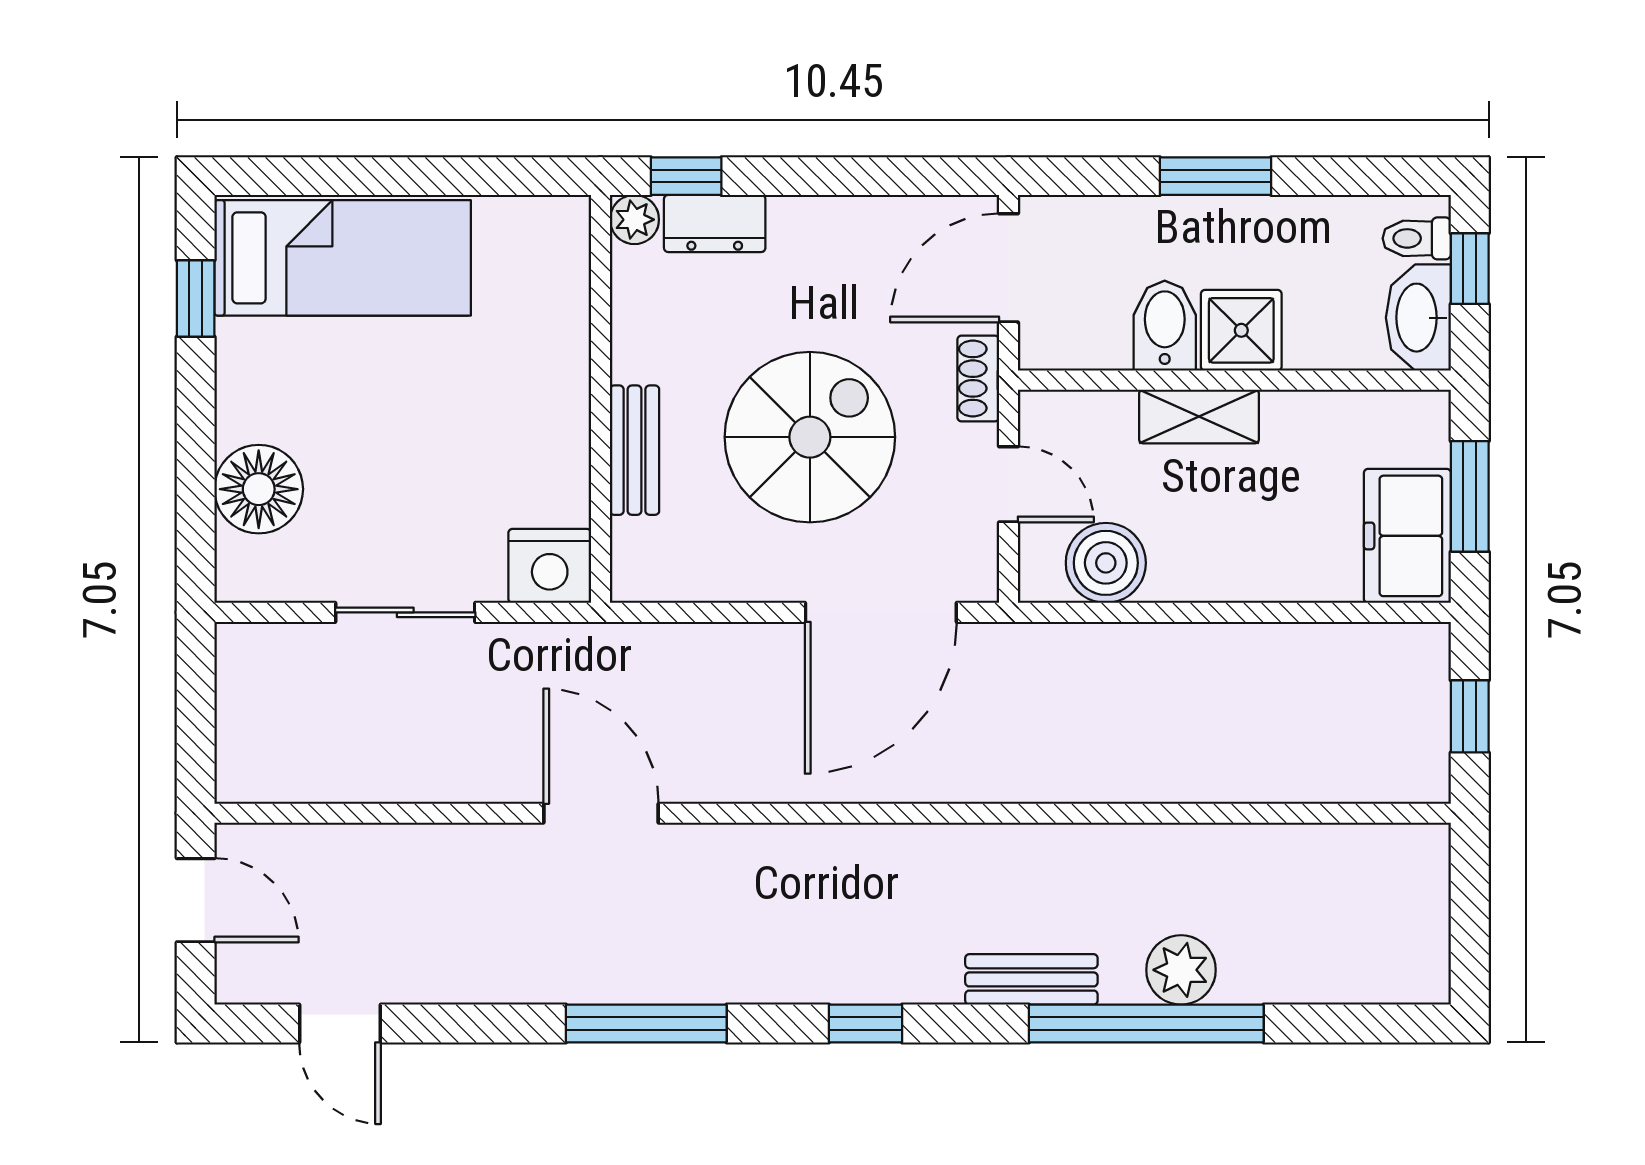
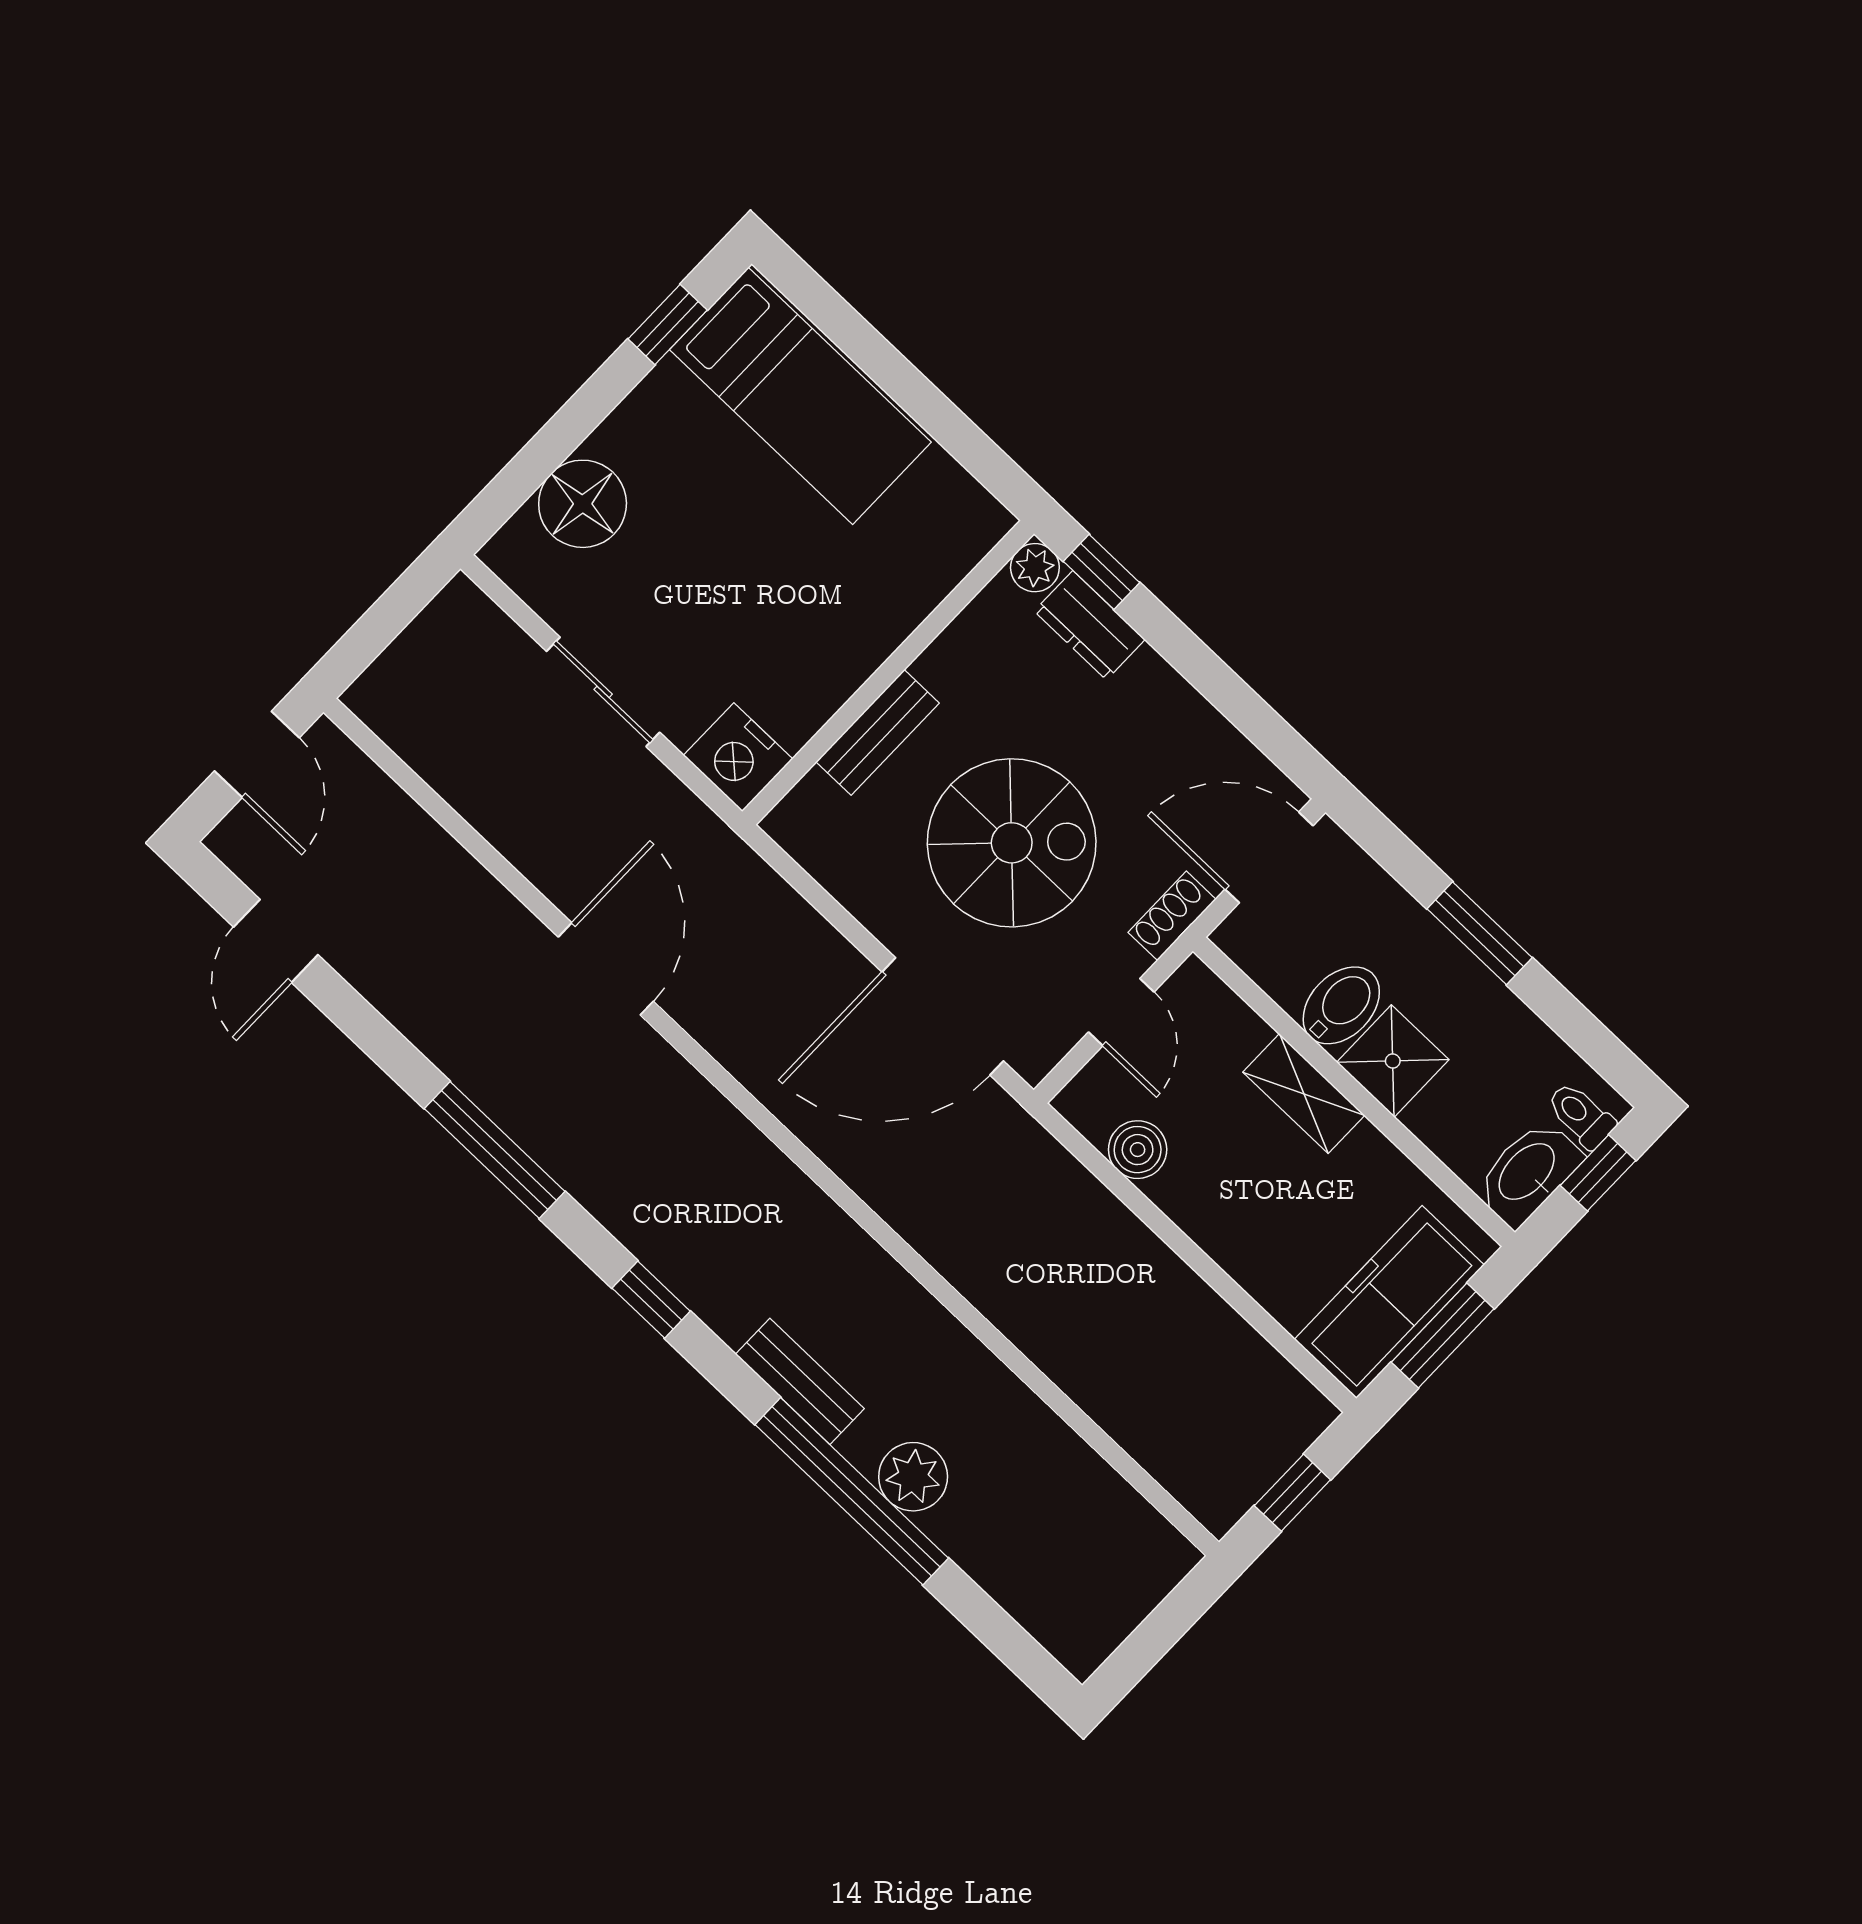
freezer: (1407, 536) -> (1389, 1302), width x1.40
boiler: (1106, 563) -> (1138, 1150), width x0.73, depth x0.73

